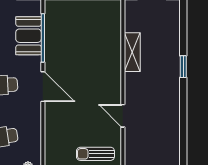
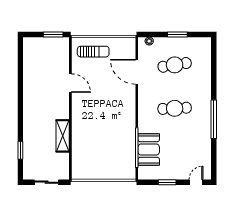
window: (183, 67) -> (20, 150), moved
door: (43, 87) -> (137, 72), moved

